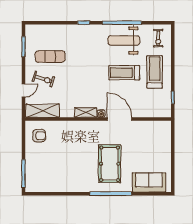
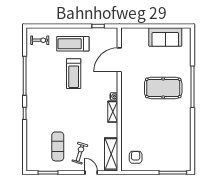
weight bench: (124, 40) -> (42, 74), removed
door: (119, 119) -> (119, 60), moved
sofa: (149, 182) -> (165, 37), moved, turned -90

